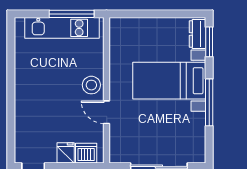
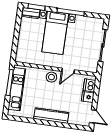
kitchen counter: (24, 94) -> (51, 116), added

